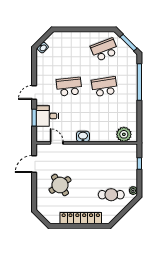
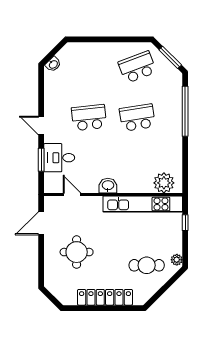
door: (34, 92) -> (41, 126), hinge flipped
kitchen unit: (108, 150) -> (143, 204), added
round table: (60, 185) -> (77, 252), turned 34

